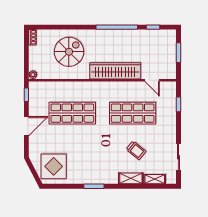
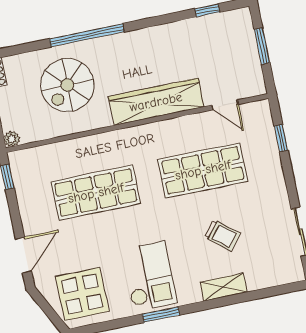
window: (117, 27) -> (87, 35), moved
spiral stairs: (69, 52) -> (67, 85), turned 180
door: (26, 126) -> (24, 255), moved
checkout: (92, 164) -> (149, 276), added
shelving: (155, 179) -> (266, 279), removed

